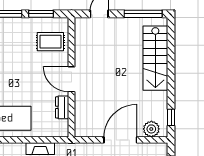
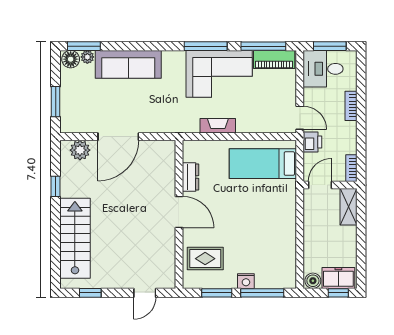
window: (143, 14) -> (90, 293), width x0.46
nightstand: (18, 24) -> (246, 281), added
window: (171, 117) -> (56, 186), moved

